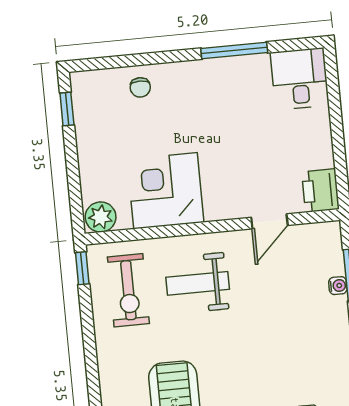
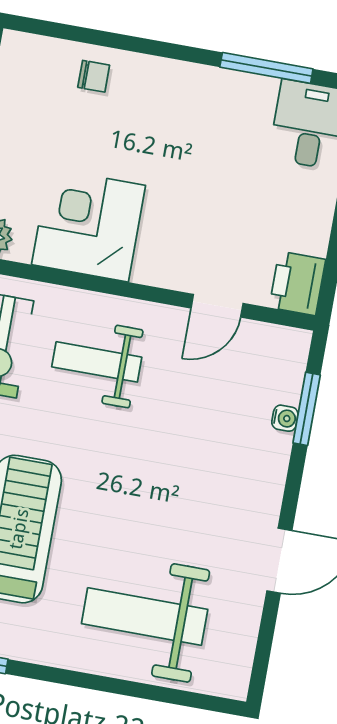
window: (234, 51) -> (266, 68), moved
chair: (140, 87) -> (94, 76), turned -90

